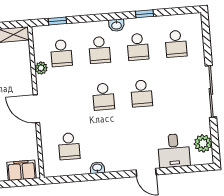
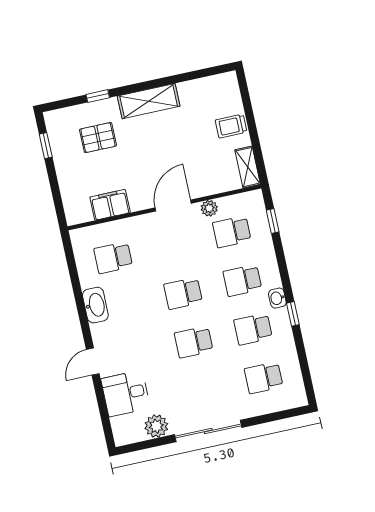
window: (145, 14) -> (293, 314), moved
door: (36, 109) -> (173, 205), moved
plant: (203, 143) -> (156, 426), moved
washbasin: (97, 168) -> (95, 305), width x1.91, depth x1.45
filing cabinet: (22, 170) -> (110, 205), moved, turned -90

